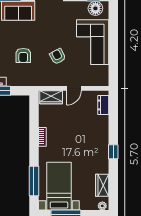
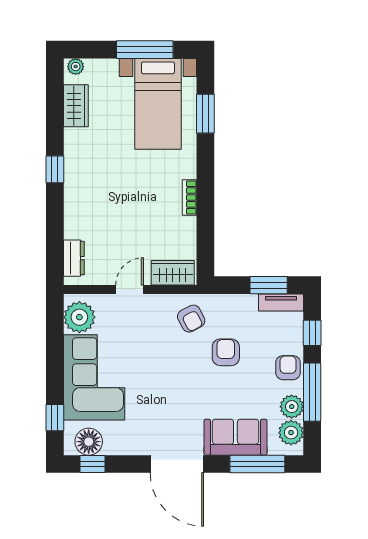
window: (113, 21) -> (55, 418), added
armchair: (58, 56) -> (191, 319), moved
plant: (100, 74) -> (79, 317), added
window: (34, 181) -> (205, 114), width x0.69

